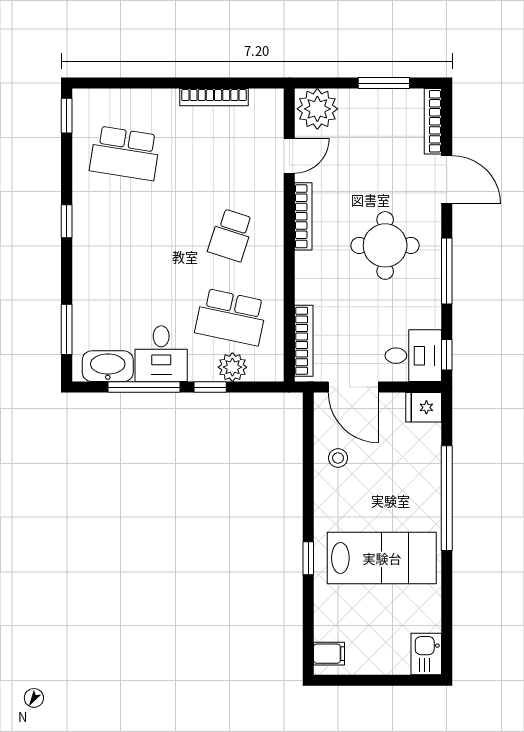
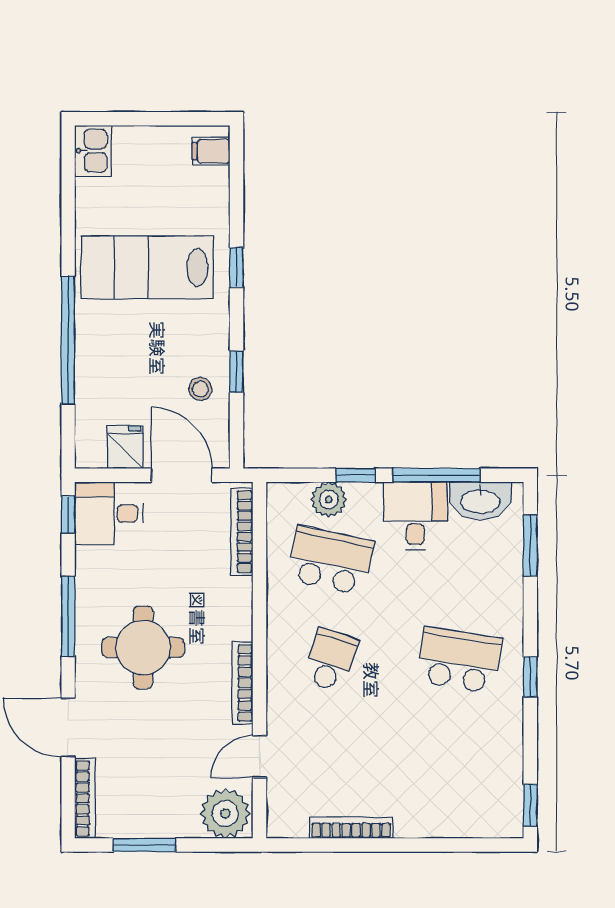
school desk: (125, 153) -> (459, 660), moved
fridge: (424, 407) -> (125, 447), moved, turned -90
window: (308, 472) -> (236, 372), added

